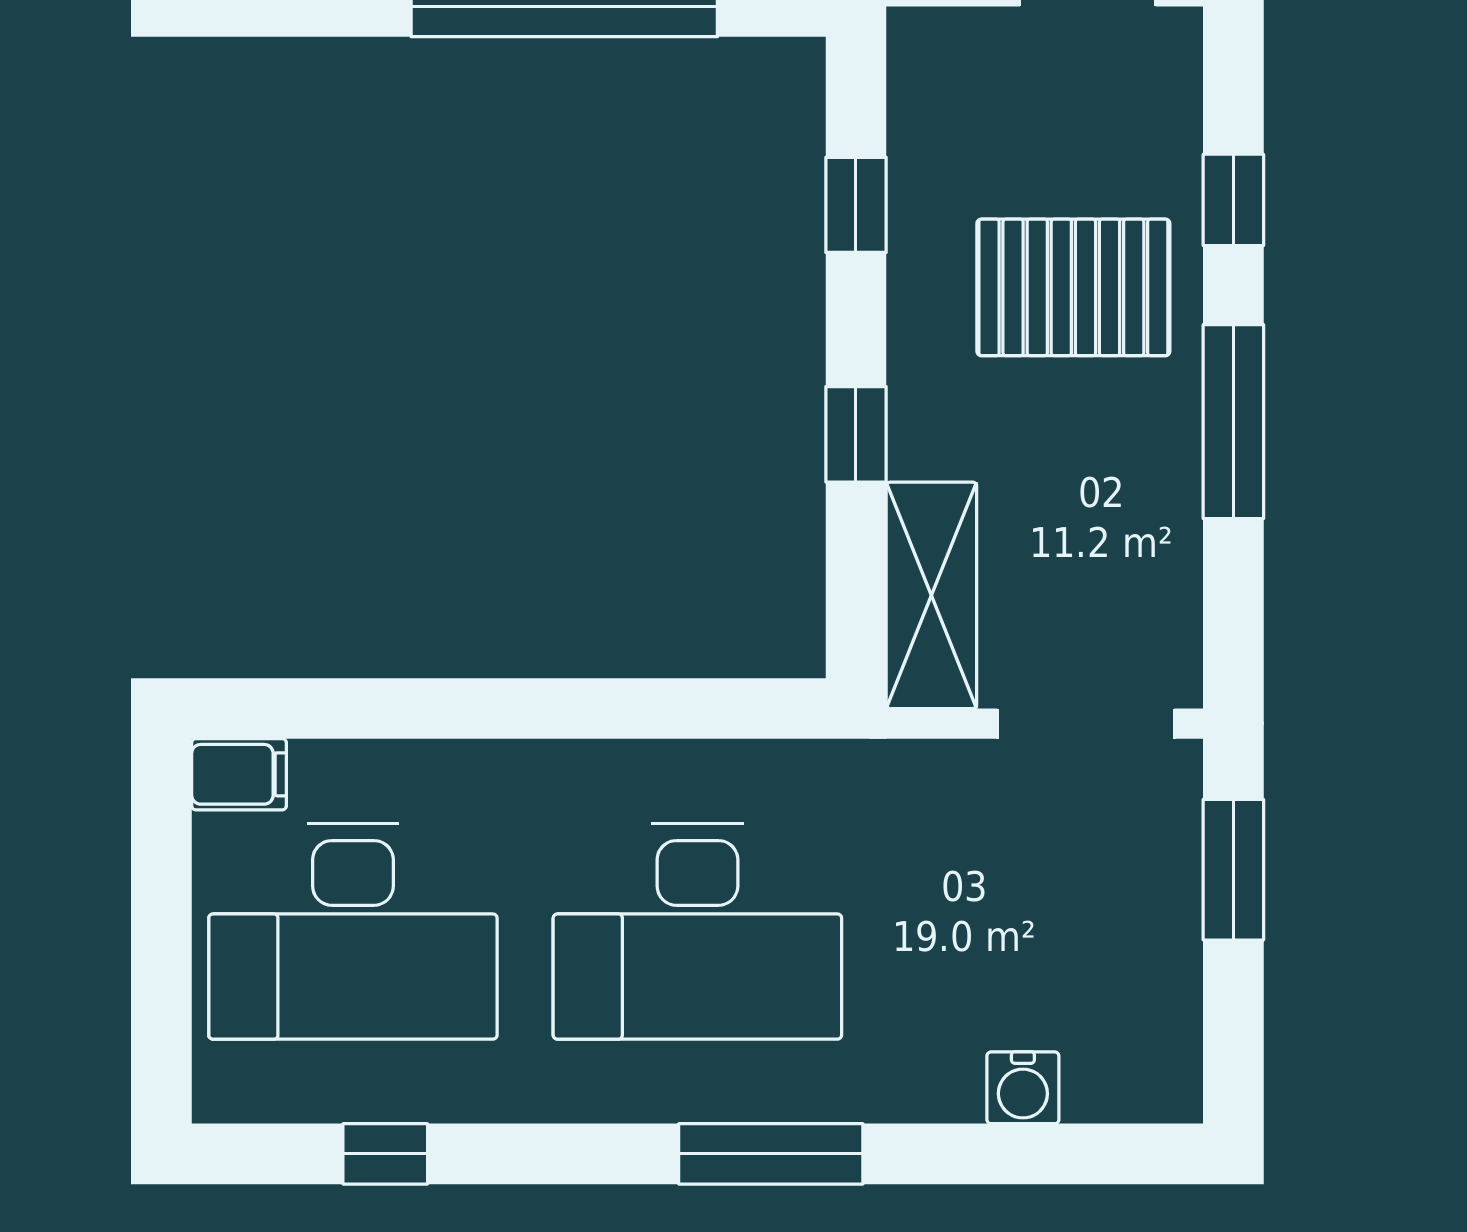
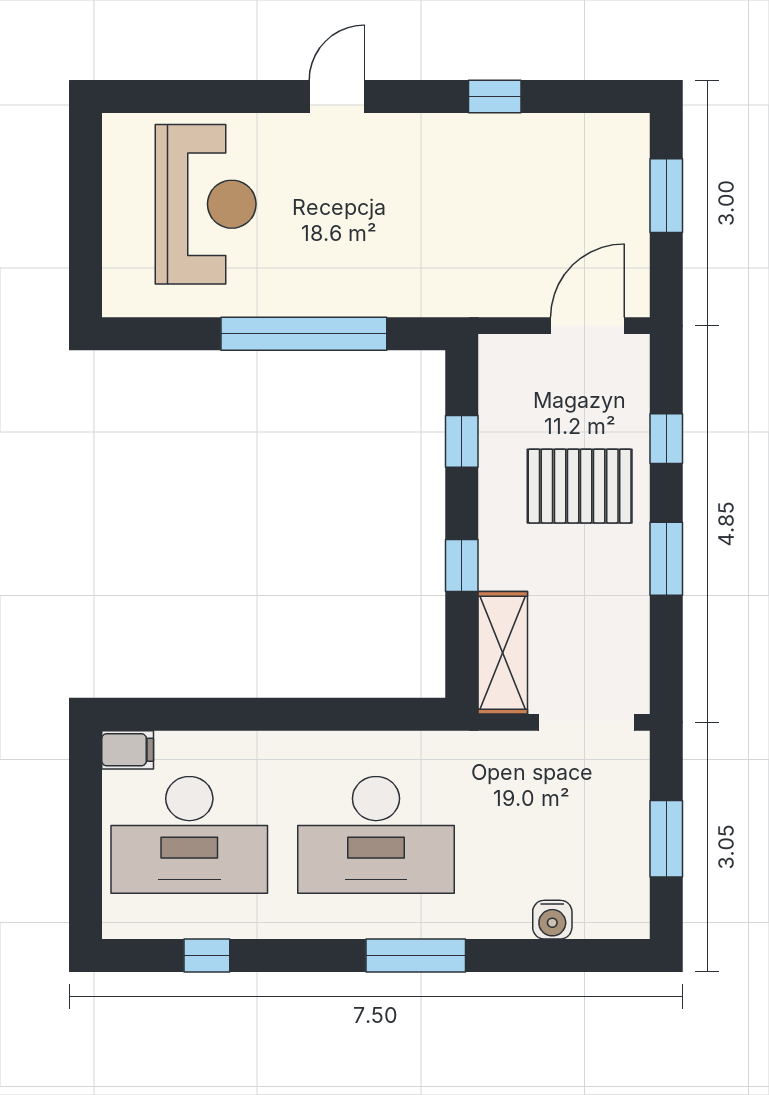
window: (1233, 422) -> (666, 559), width x0.69
window: (1233, 870) -> (666, 839), moved

